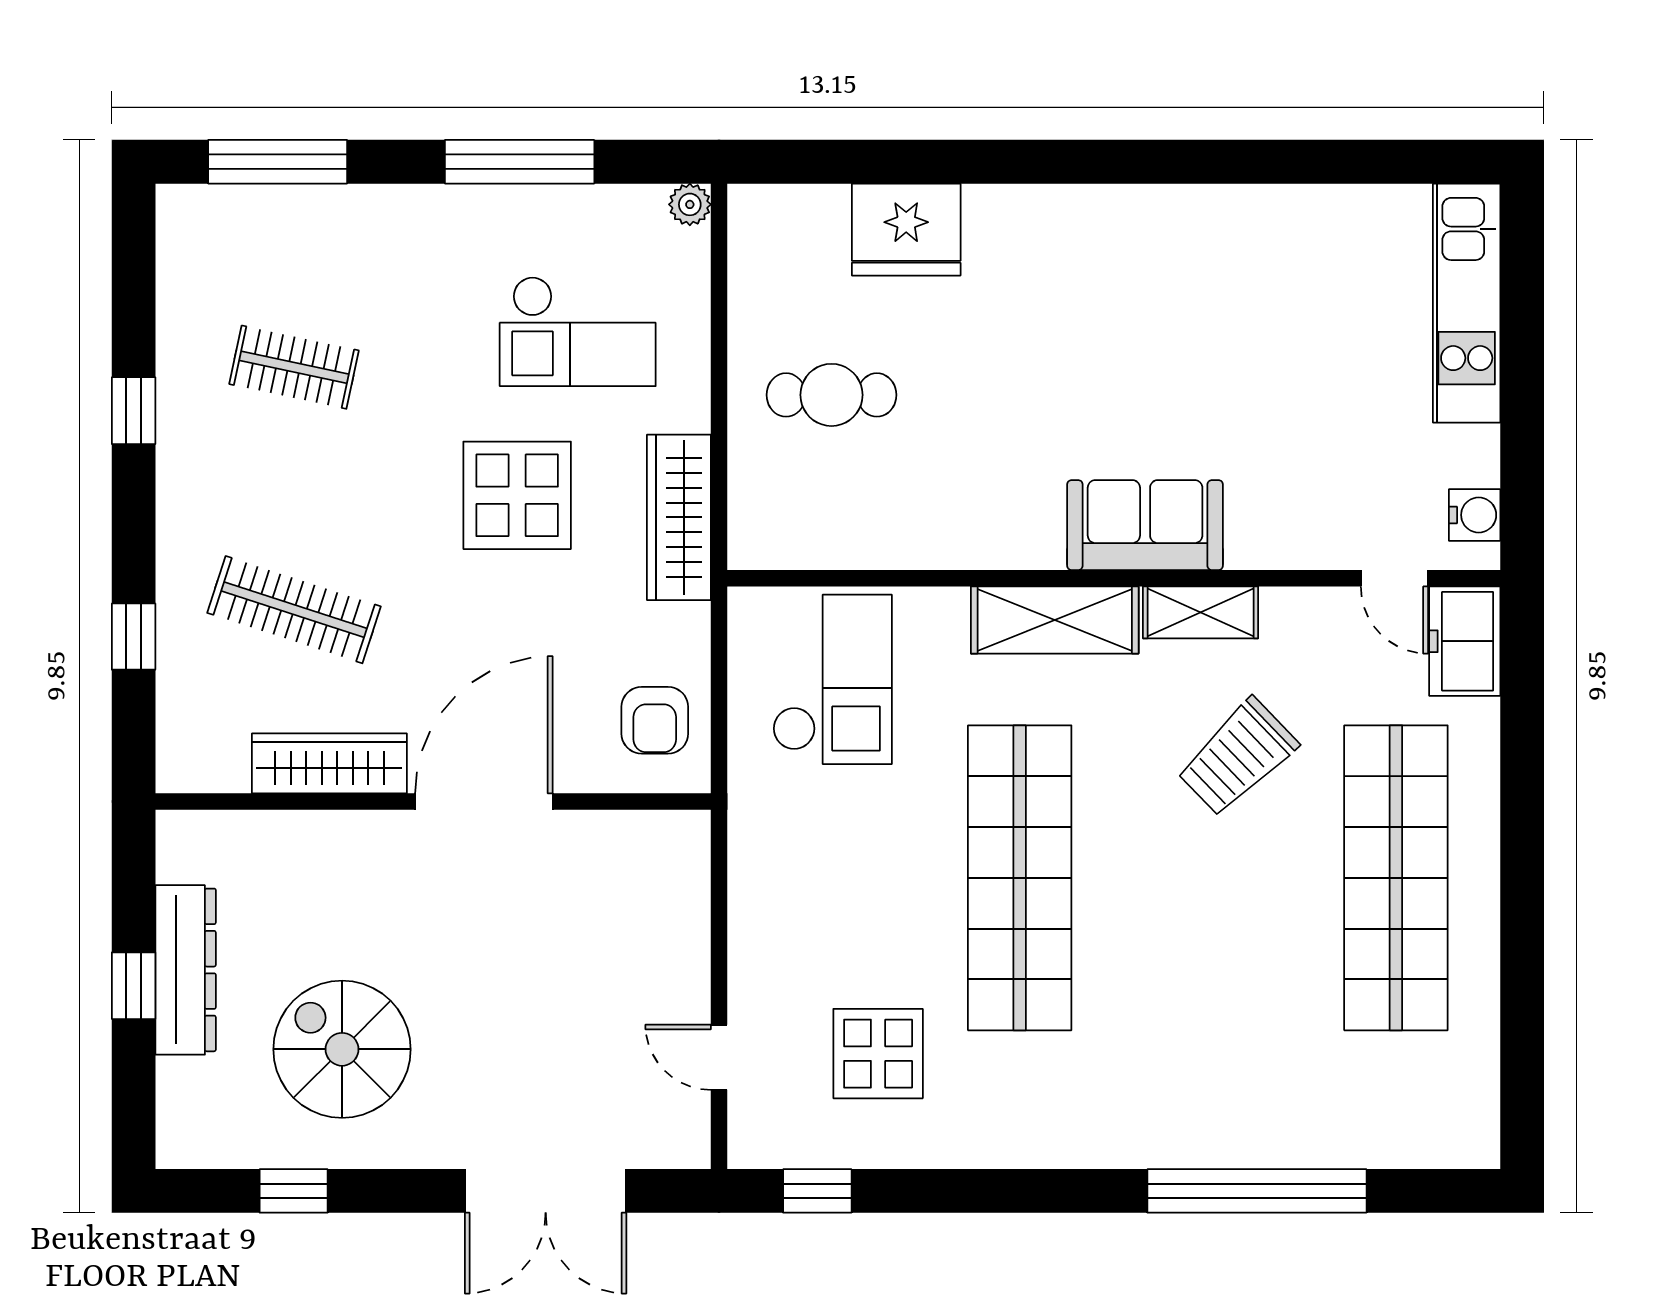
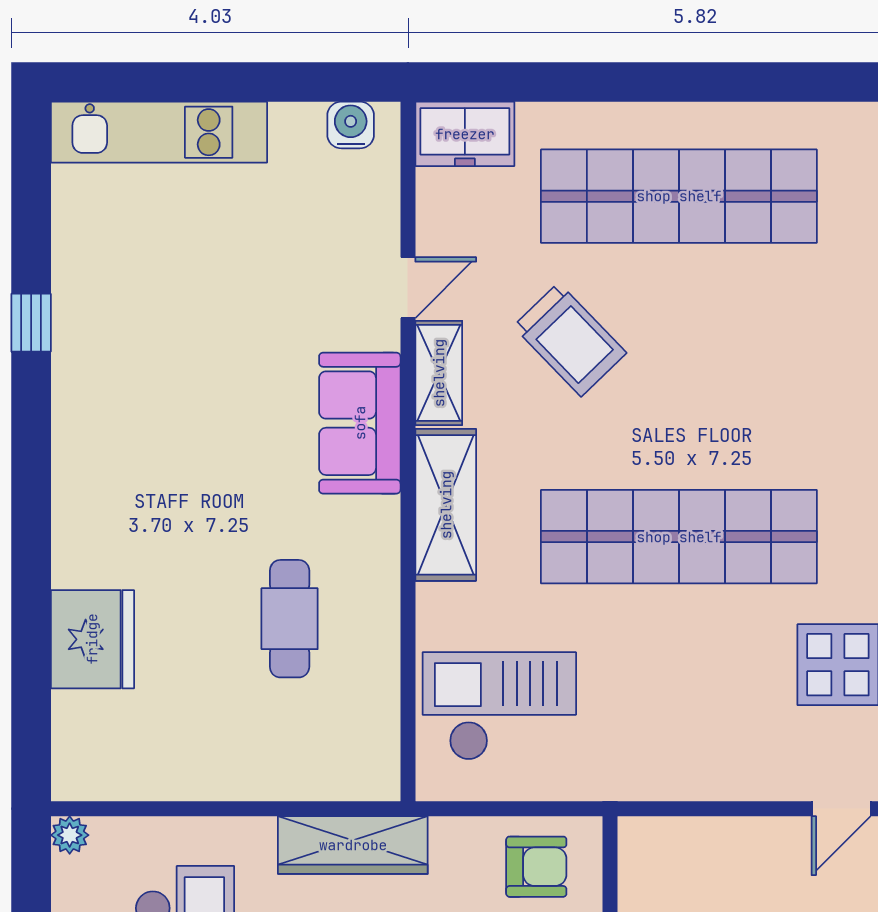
window: (1256, 162) -> (31, 323), added
cafe table: (831, 395) -> (290, 619), moved
door: (1395, 578) -> (408, 288), moved

